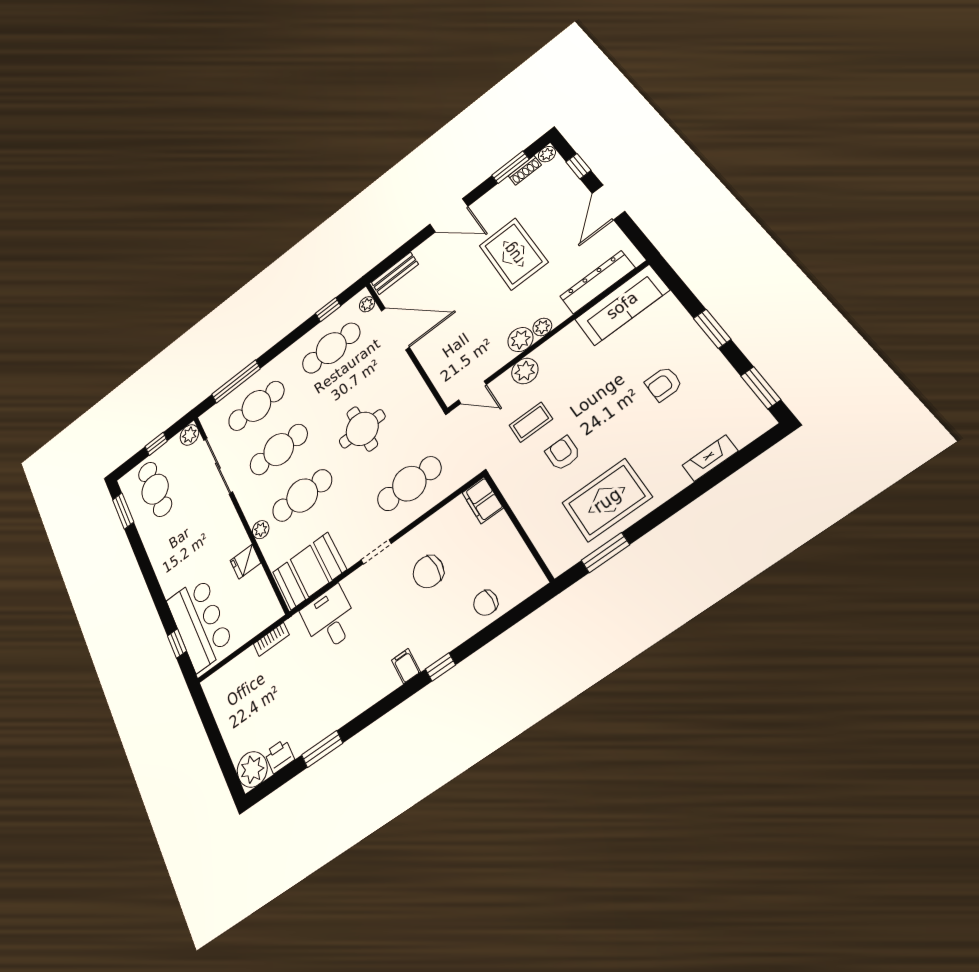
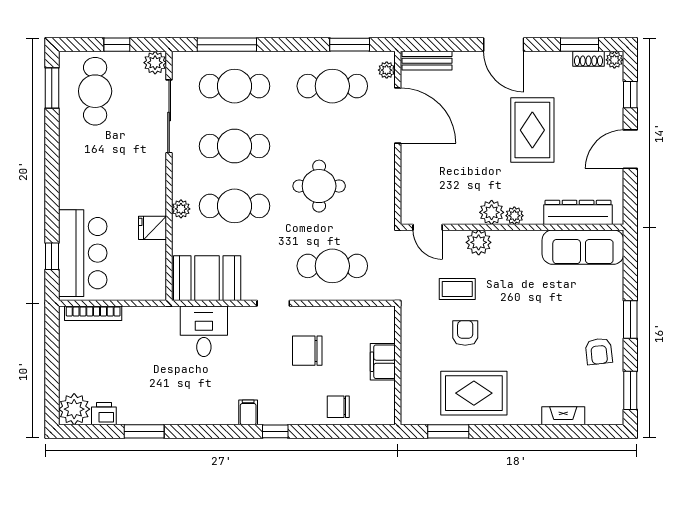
window: (328, 310) -> (350, 45), width x1.50
armchair: (663, 384) -> (599, 351), moved, turned -96
filing cabinet: (483, 500) -> (383, 362), moved
bookcase: (271, 639) -> (93, 313), moved, width x1.56

